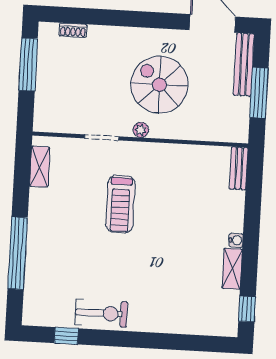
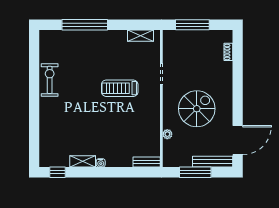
window: (28, 64) -> (192, 25), moved
plant: (141, 130) -> (167, 134), moved
exercise bike: (101, 313) -> (50, 80), turned 180
window: (66, 336) -> (34, 59), removed

